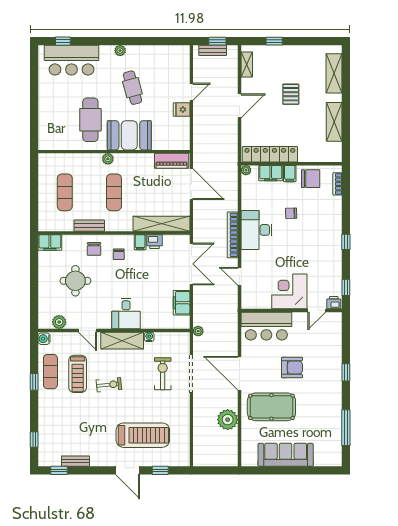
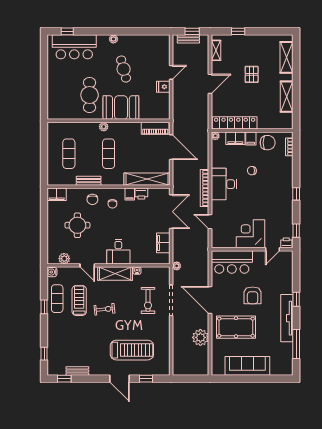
armchair: (292, 367) -> (253, 295), turned 90
treadmill: (78, 374) -> (79, 301), turned 180
exercise bike: (163, 374) -> (148, 300), turned 180
tv unit: (334, 396) -> (287, 318), added

